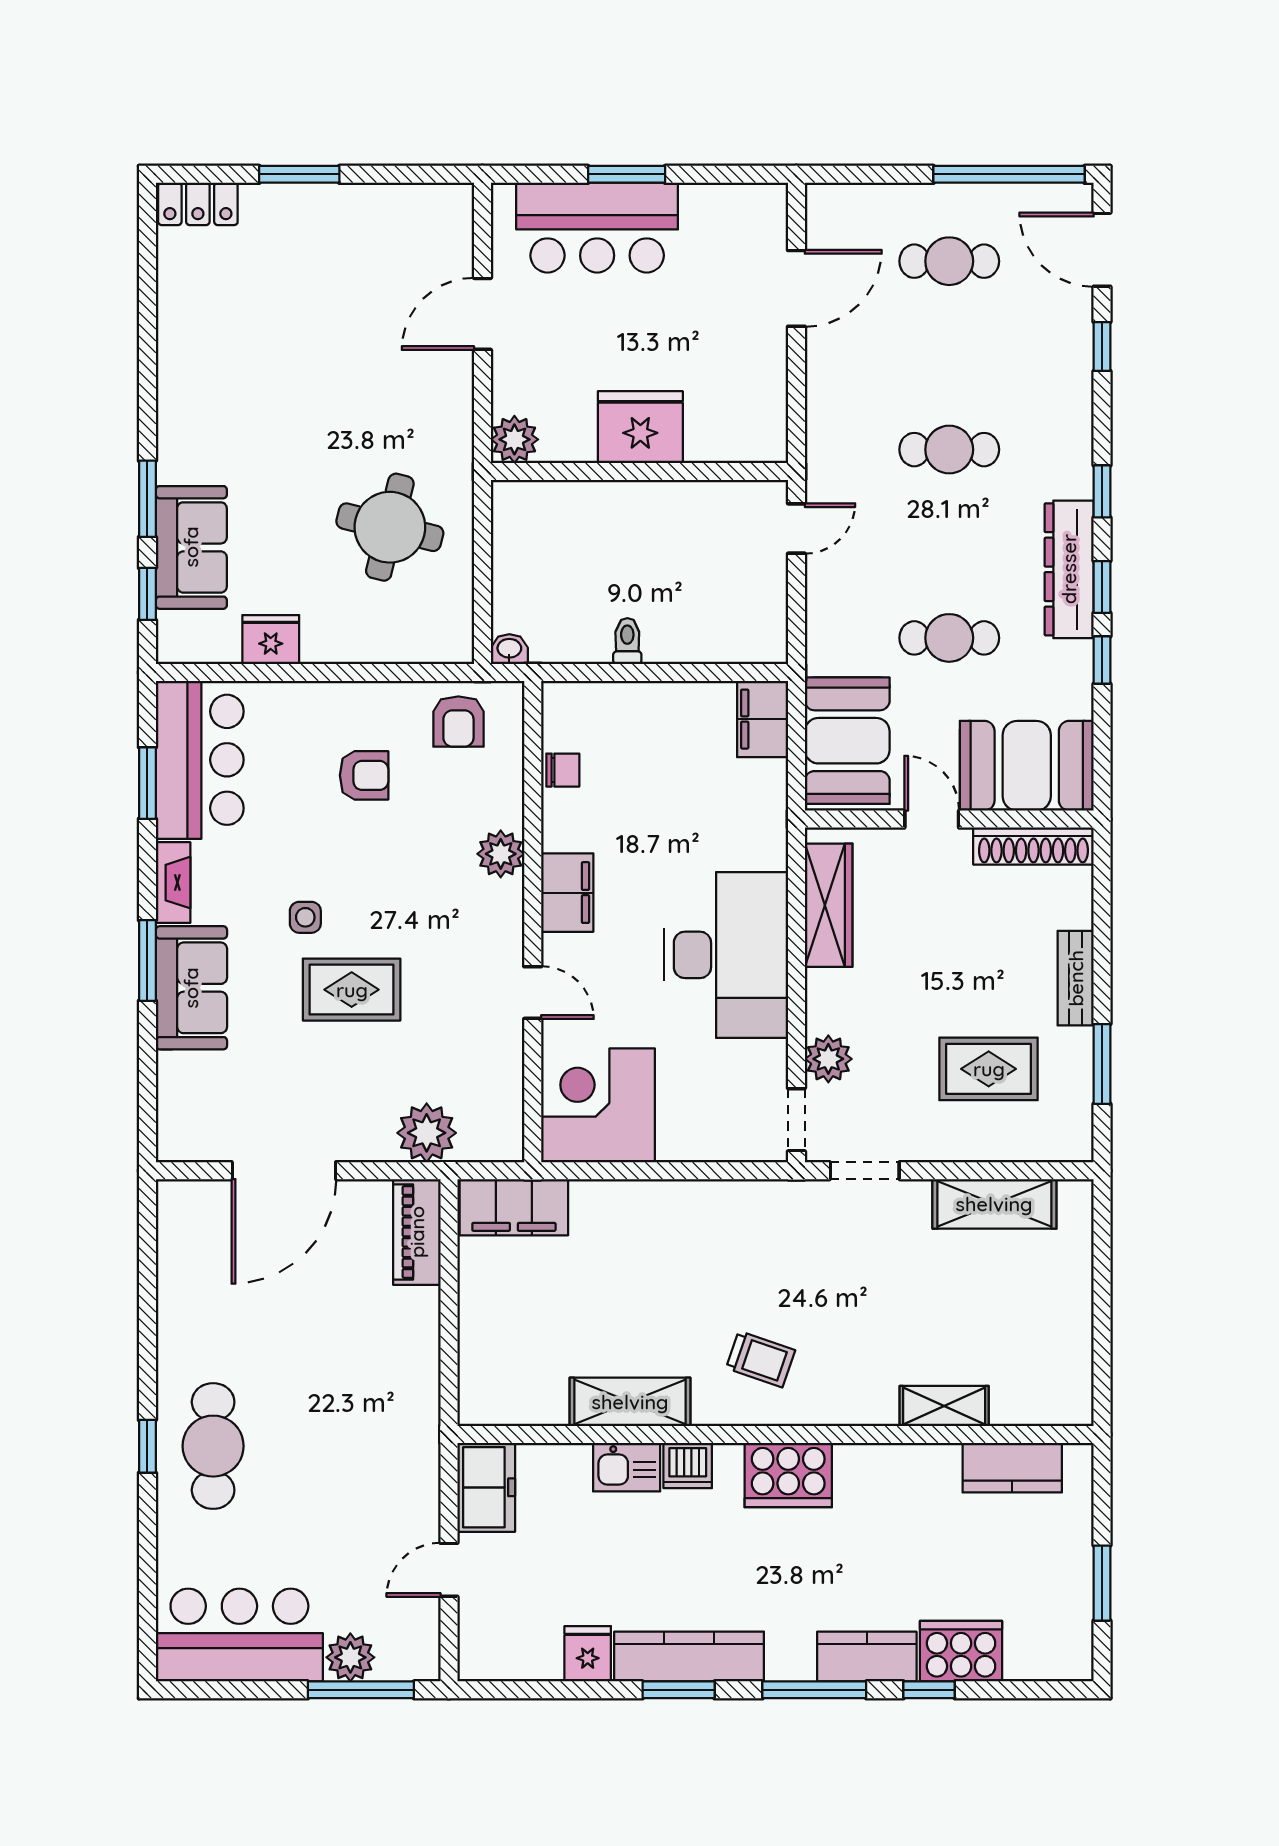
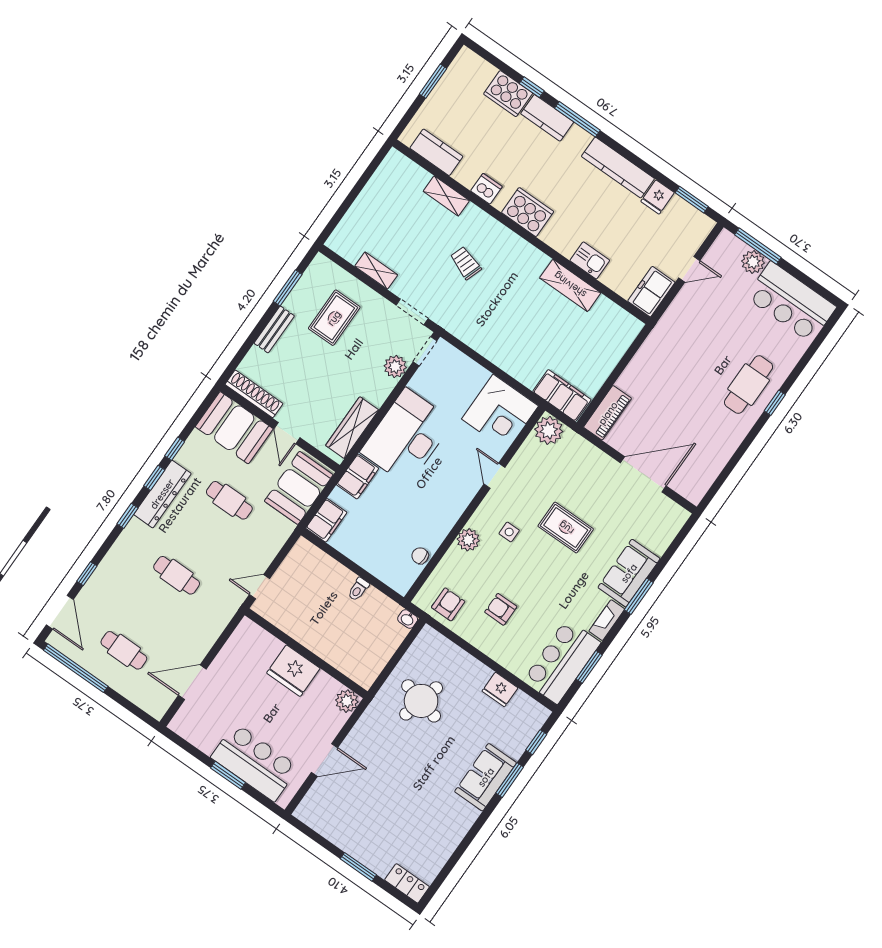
sofa: (191, 547) -> (486, 777), moved
filing cabinet: (567, 893) -> (358, 477), moved, turned 180
side table: (305, 917) -> (509, 532), moved
rug: (989, 1069) -> (334, 318), turned 90
plant: (427, 1133) -> (549, 430), moved
shelving: (994, 1204) -> (376, 271), width x0.67, depth x0.75
trolley: (761, 1359) -> (466, 263), moved
dishwasher: (688, 1465) -> (486, 189), moved
window: (679, 1690) -> (692, 200), moved

